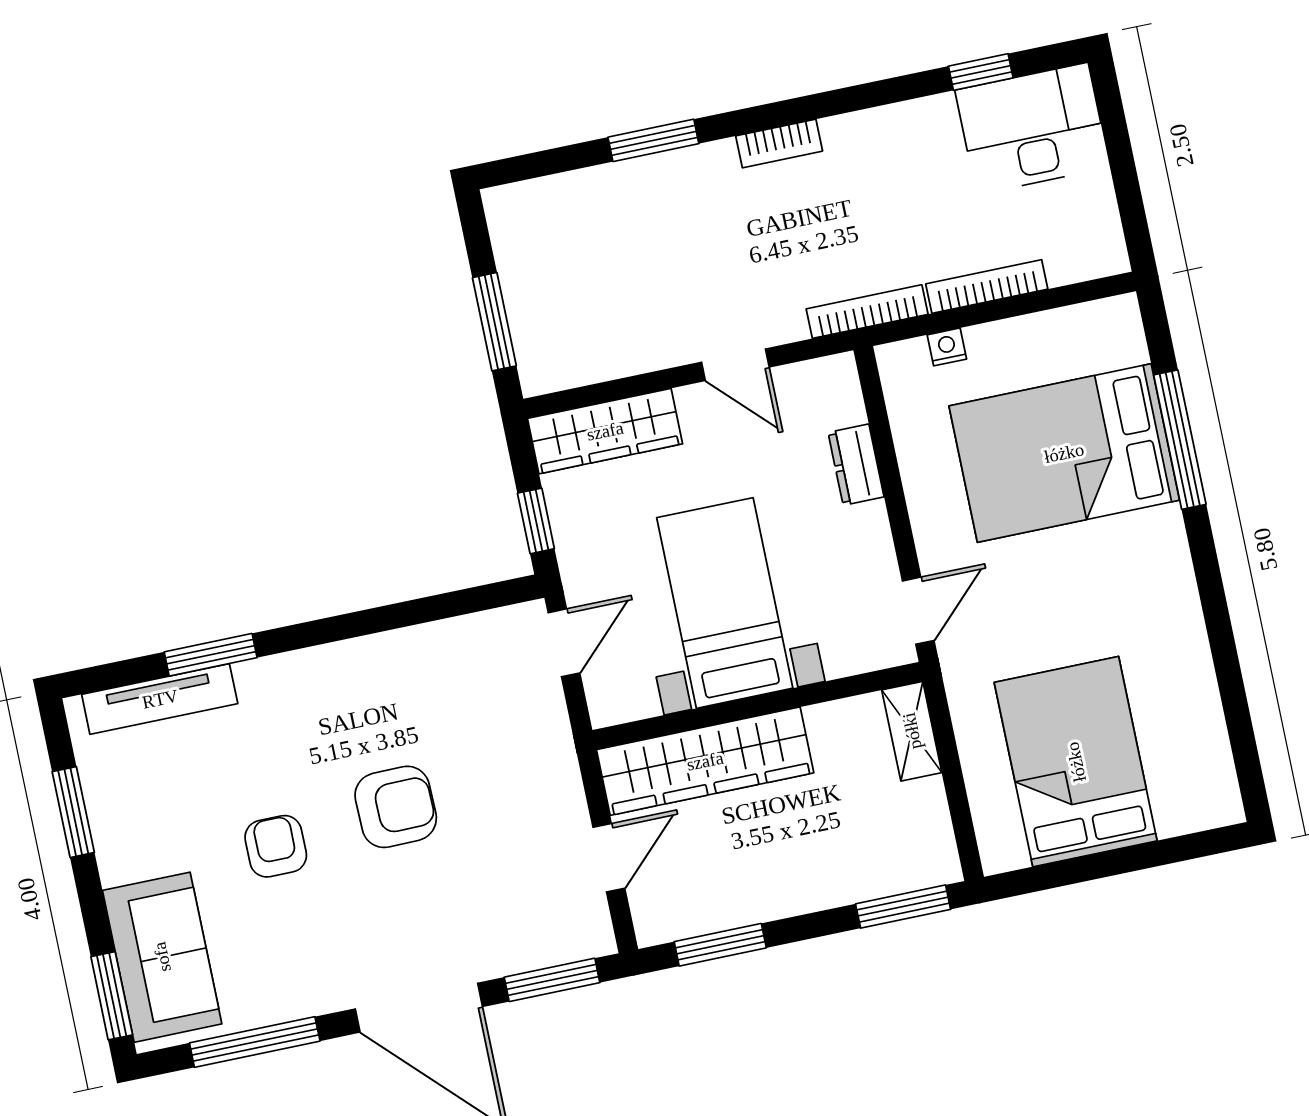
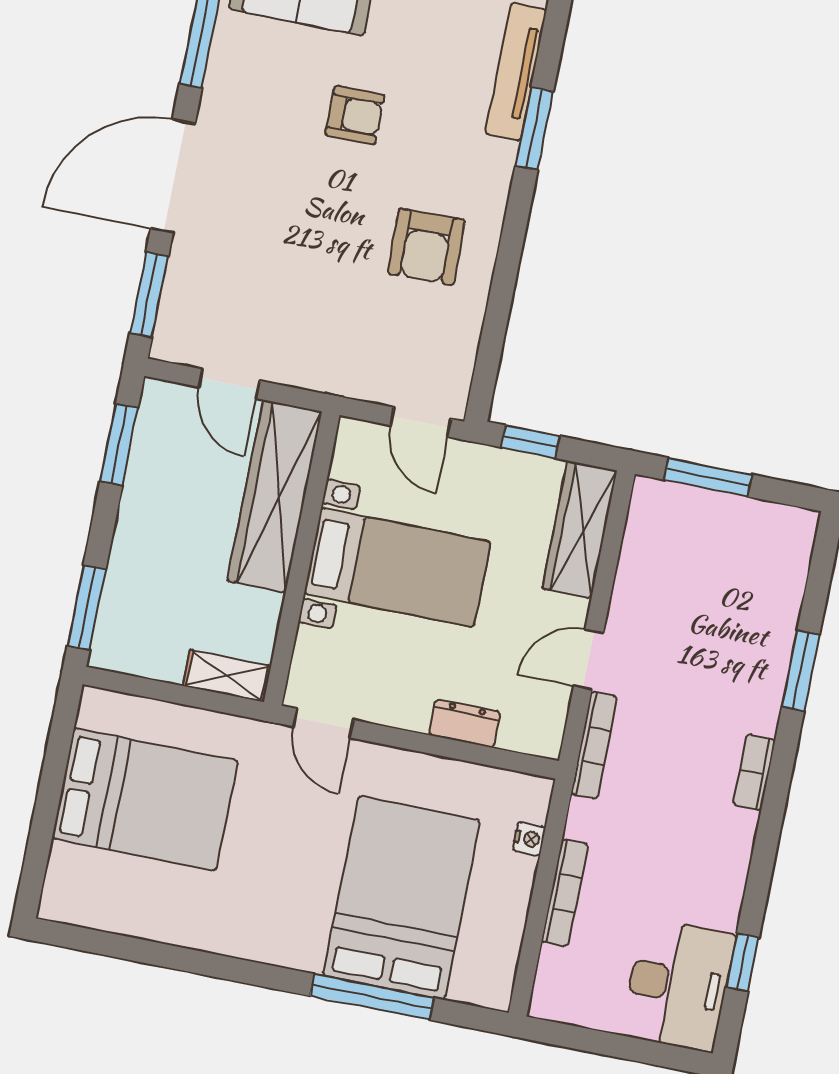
bookcase: (867, 312) -> (594, 745), moved
armchair: (396, 807) -> (426, 247), moved

